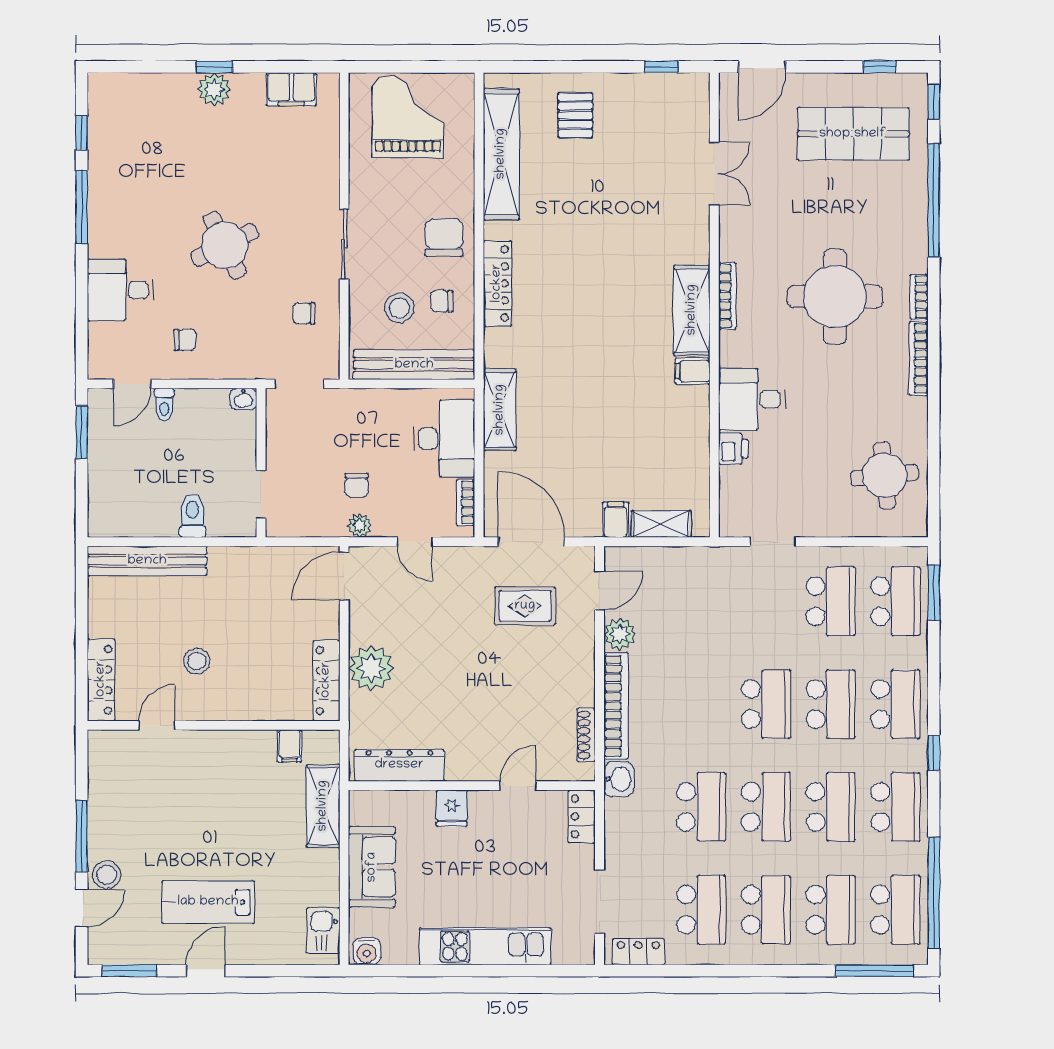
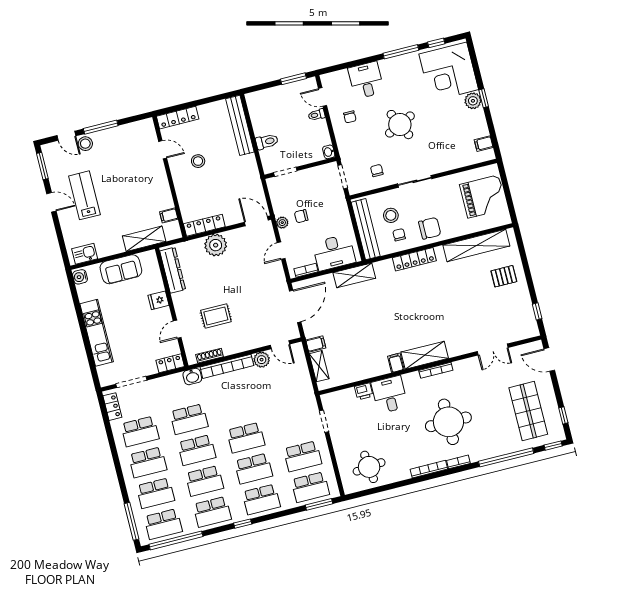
filing cabinet: (291, 89) -> (484, 144), width x0.50
corner desk: (145, 123) -> (449, 72), added
rug: (525, 606) -> (216, 316), moved, turned 90
door: (518, 786) -> (177, 329), swing flipped

